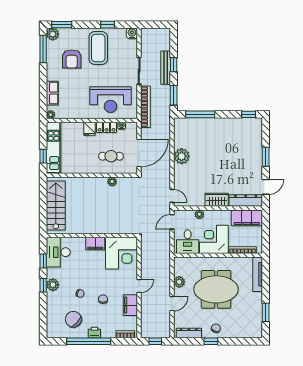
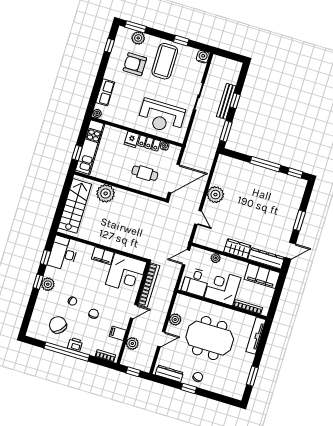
plant: (53, 34) -> (138, 38), moved
window: (43, 49) -> (109, 46), width x0.46
armchair: (72, 59) -> (135, 64), turned 90
bookcase: (145, 107) -> (149, 285), moved
window: (200, 114) -> (265, 164), moved
plant: (112, 182) -> (106, 193), moved, width x1.87, depth x1.87
door: (172, 196) -> (198, 217), moved
filing cabinet: (130, 305) -> (118, 333), width x0.50
plant: (147, 316) -> (132, 343), added

